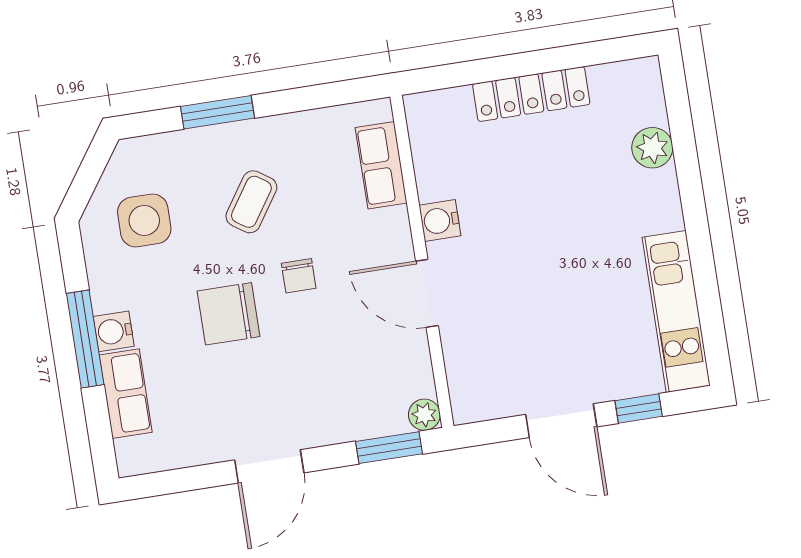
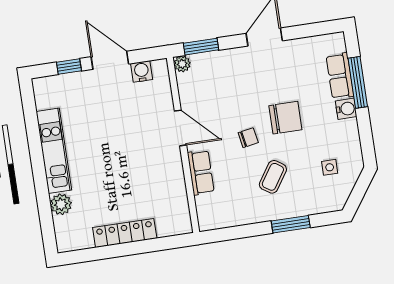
row of seats: (381, 165) -> (201, 172), moved
side table: (144, 220) -> (330, 167), width x0.54, depth x0.54
water cooler: (440, 221) -> (142, 71), moved, turned -90
chair: (299, 276) -> (248, 138), turned 80
kitchen unit: (676, 312) -> (54, 151), moved
window: (85, 339) -> (358, 82), moved

